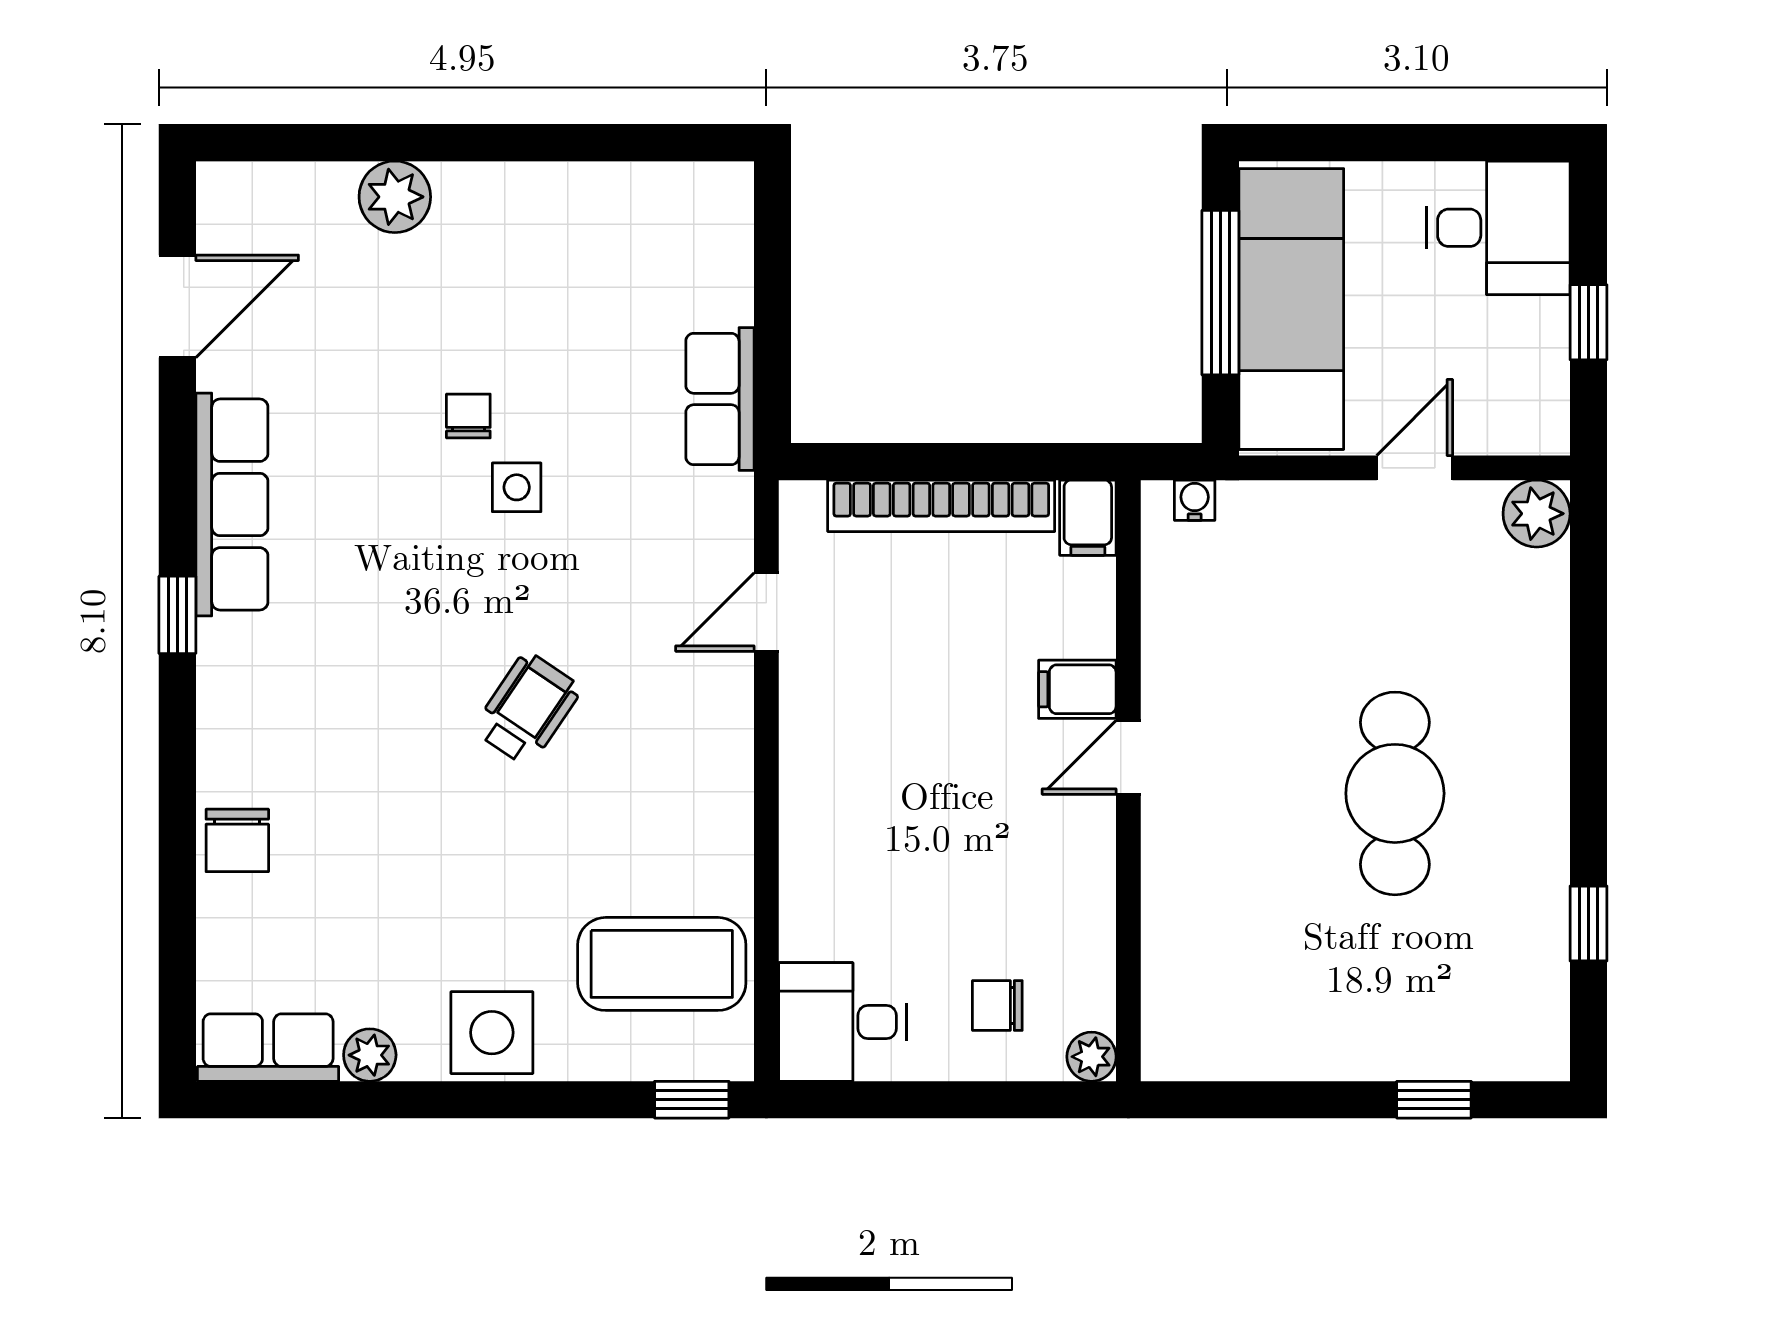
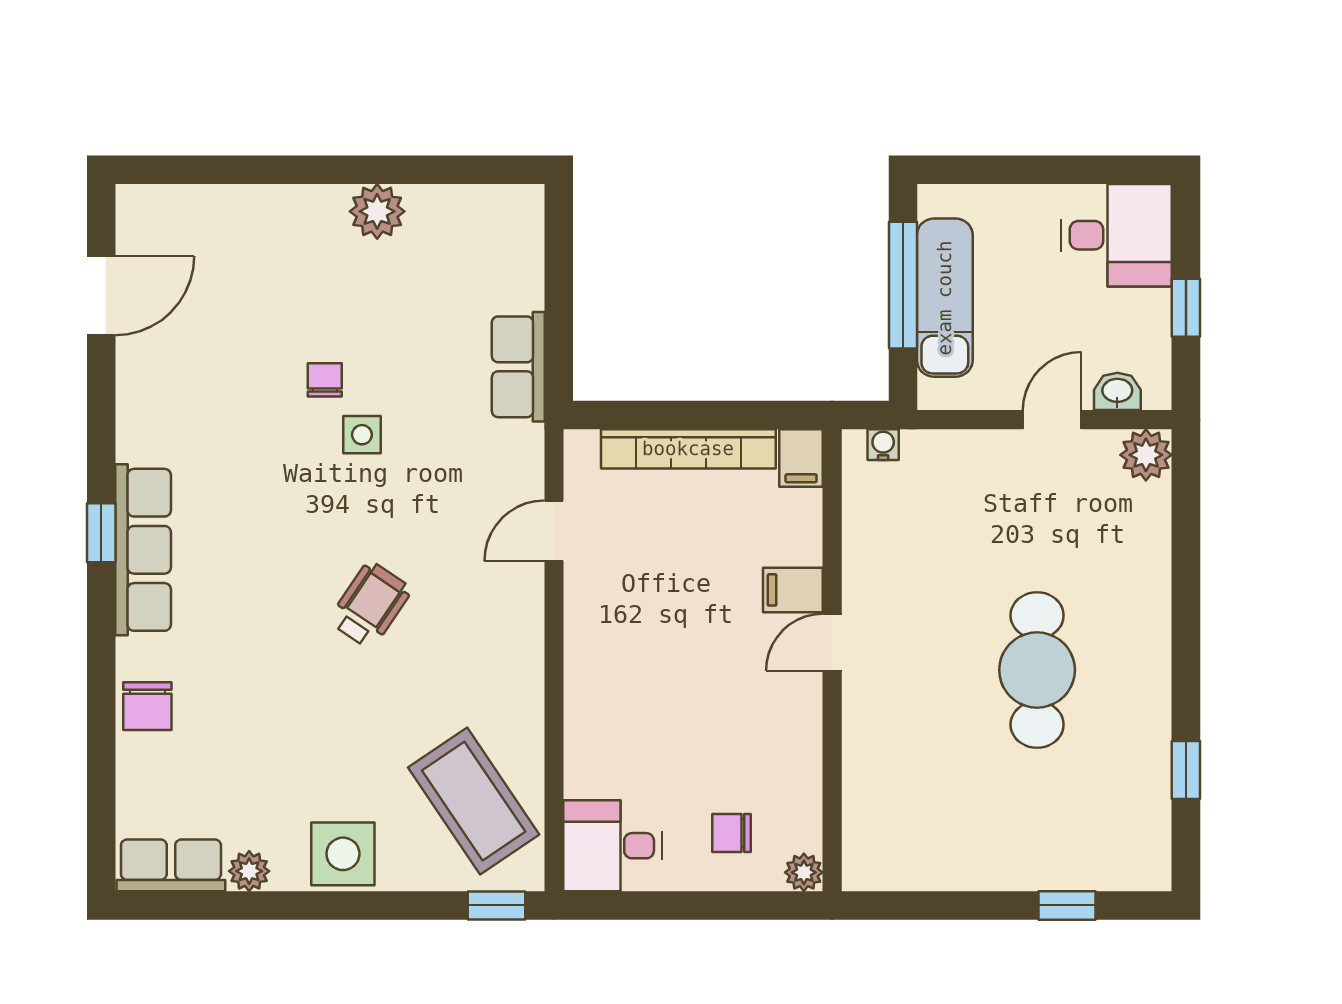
plant: (395, 197) -> (377, 211), moved
exam couch: (1291, 309) -> (945, 298), width x0.73, depth x0.69
washbasin: (1499, 431) -> (1117, 391), added
row of seats: (232, 505) -> (143, 550), moved
coffee table: (662, 964) -> (474, 801), turned 56

